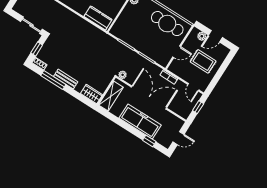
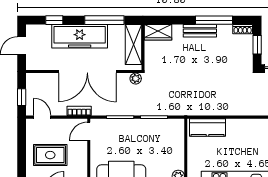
door: (177, 52) -> (89, 131), moved
window: (119, 122) -> (104, 20), added

